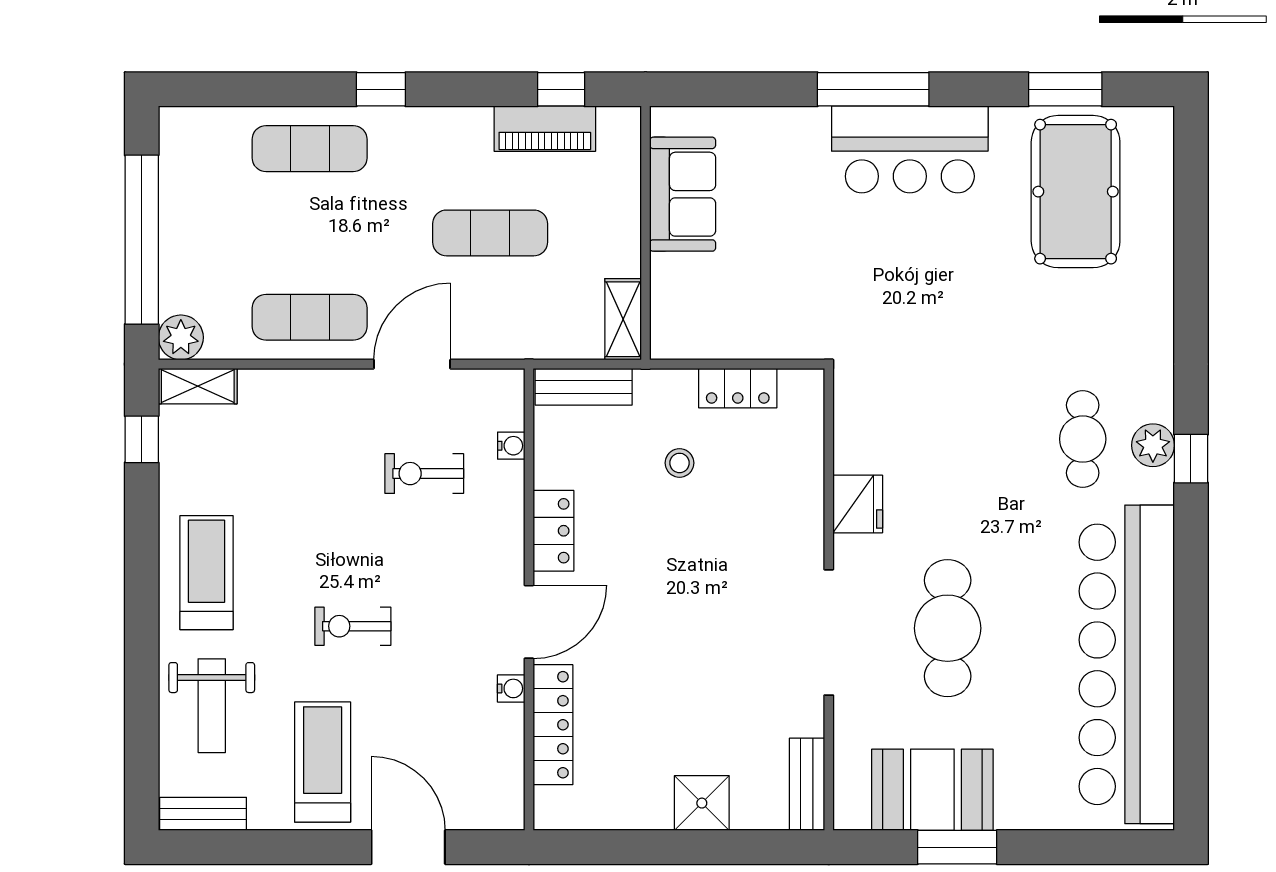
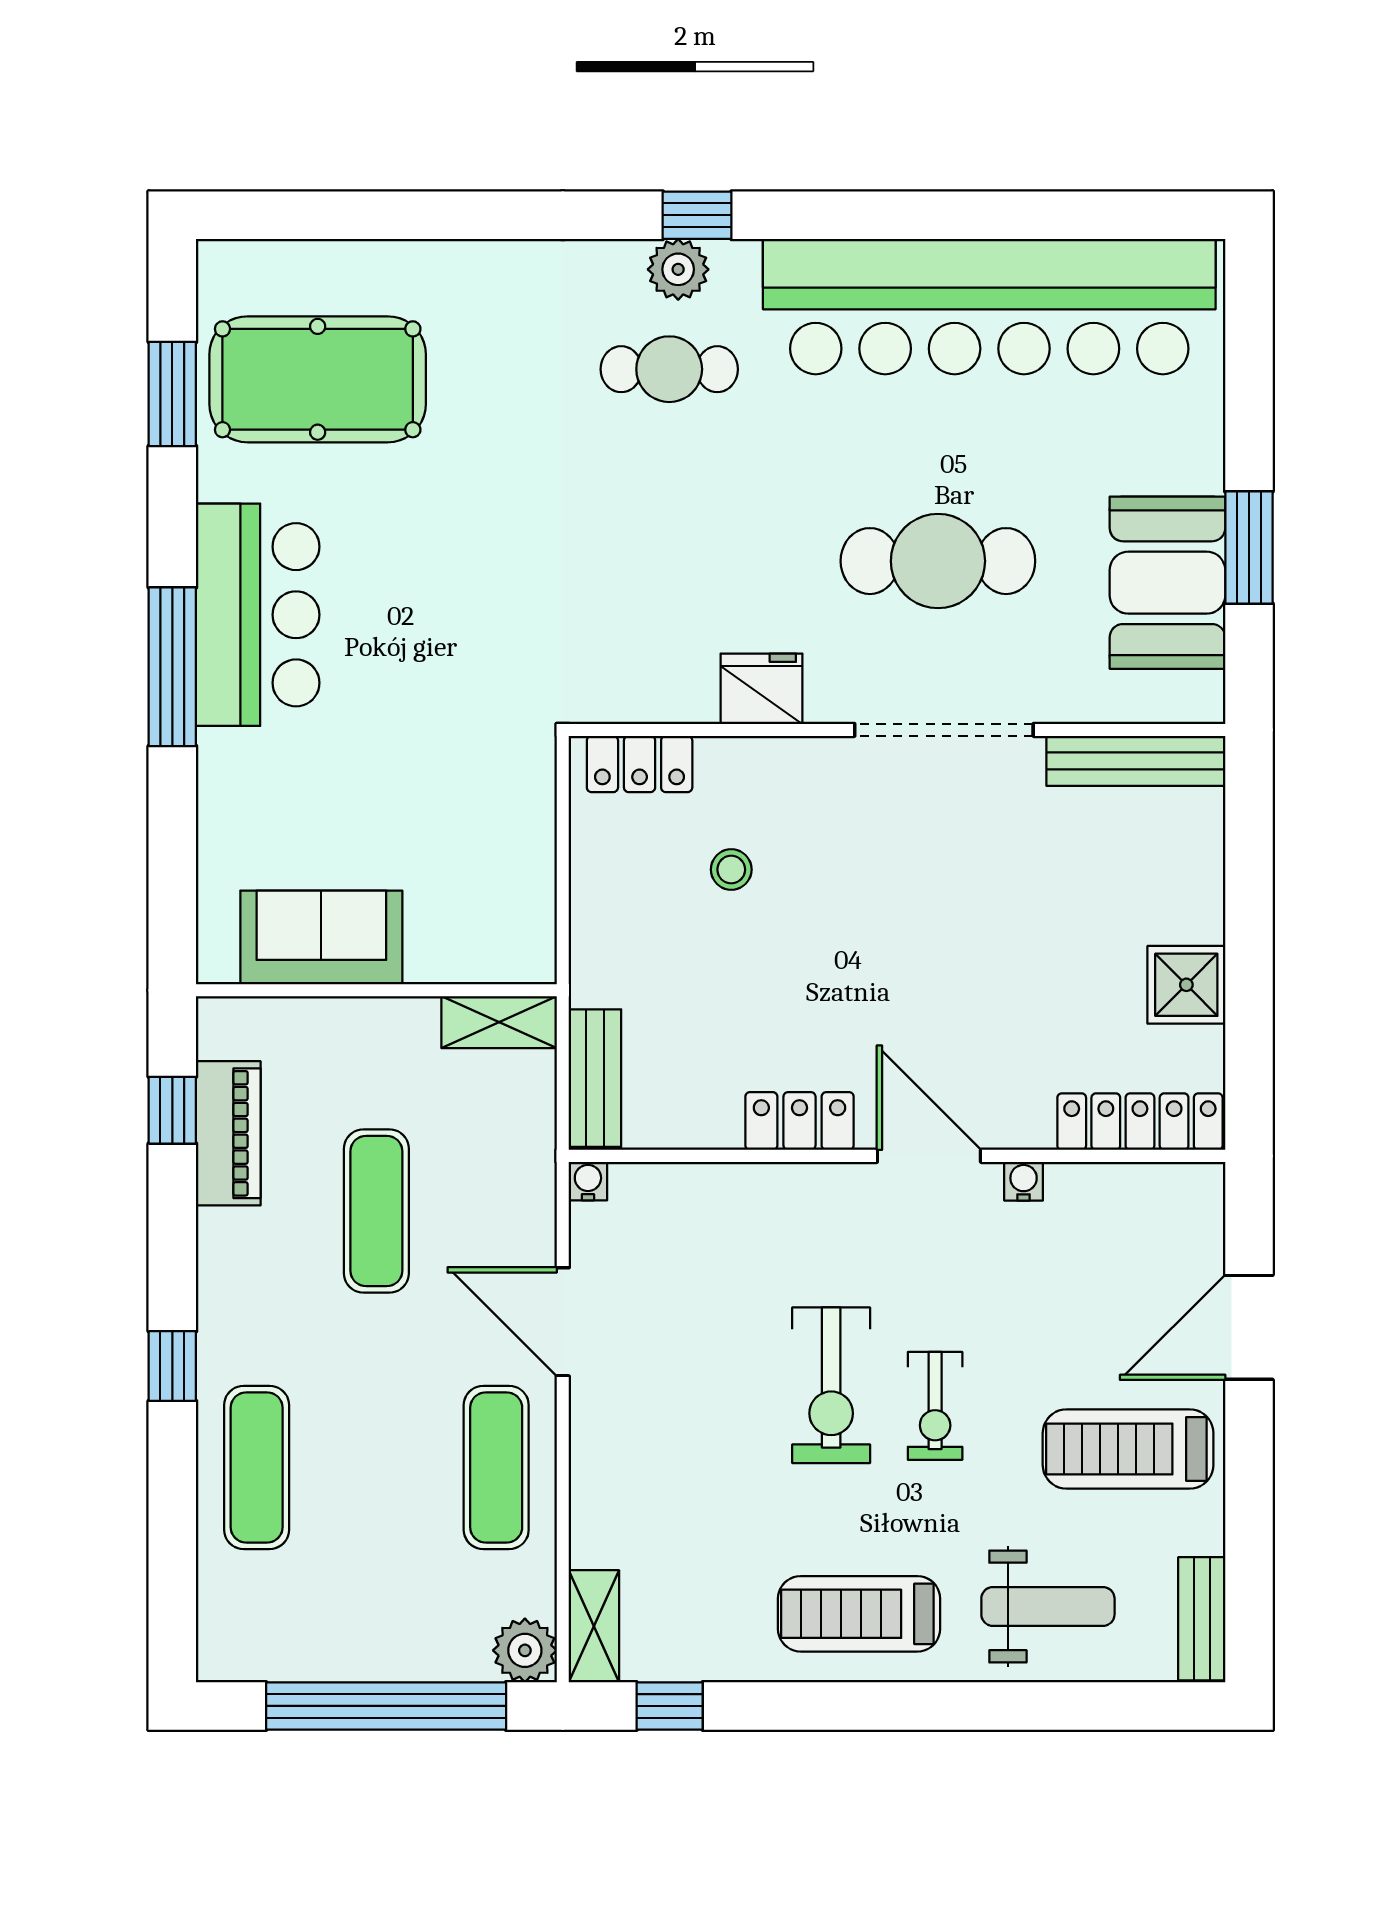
locker: (738, 388) -> (640, 764), moved, turned 90
water cooler: (511, 446) -> (588, 1181), moved
stool: (680, 463) -> (731, 870), moved
exercise bike: (424, 474) -> (831, 1385), moved, width x1.38, depth x1.39
locker: (553, 725) -> (1140, 1122), moved
bench: (807, 784) -> (1136, 761), width x1.36
shower: (702, 803) -> (1186, 985), moved

